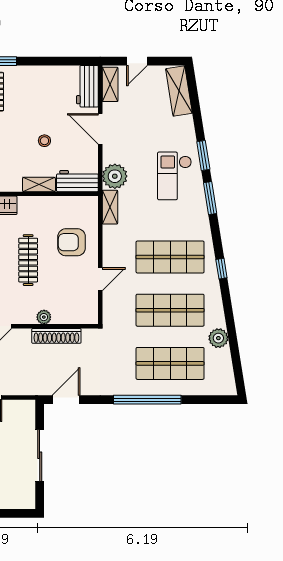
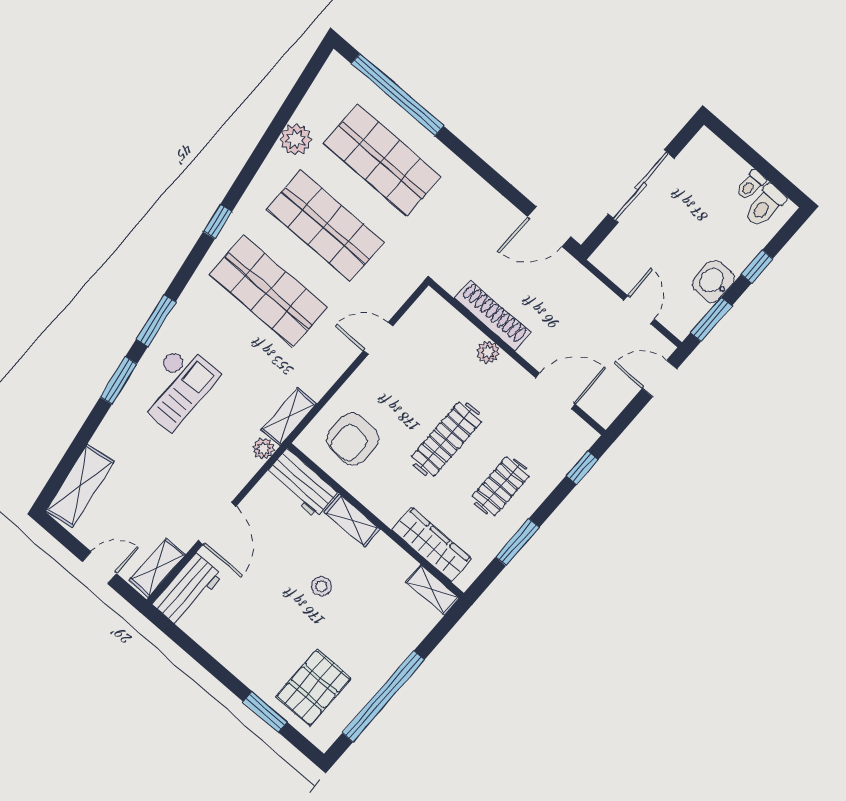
stool: (44, 141) -> (321, 586), moved
plant: (115, 176) -> (263, 449), width x0.53, depth x0.53
armchair: (72, 242) -> (353, 439), moved, turned 91
window: (147, 400) -> (397, 95), moved

